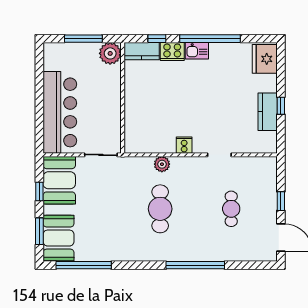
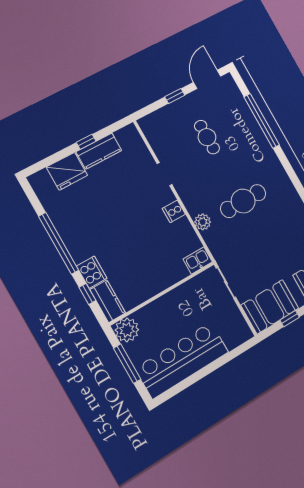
kitchen sink: (197, 51) -> (198, 260), moved, turned -90
fridge: (265, 59) -> (67, 171), moved
bar counter: (60, 112) -> (182, 360), moved
cafe table: (231, 209) -> (207, 137), turned 90
window: (195, 265) -> (262, 121), moved

